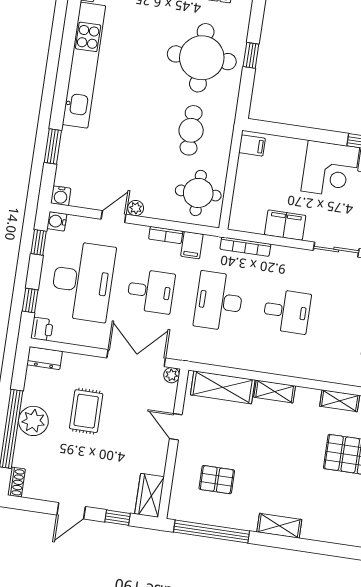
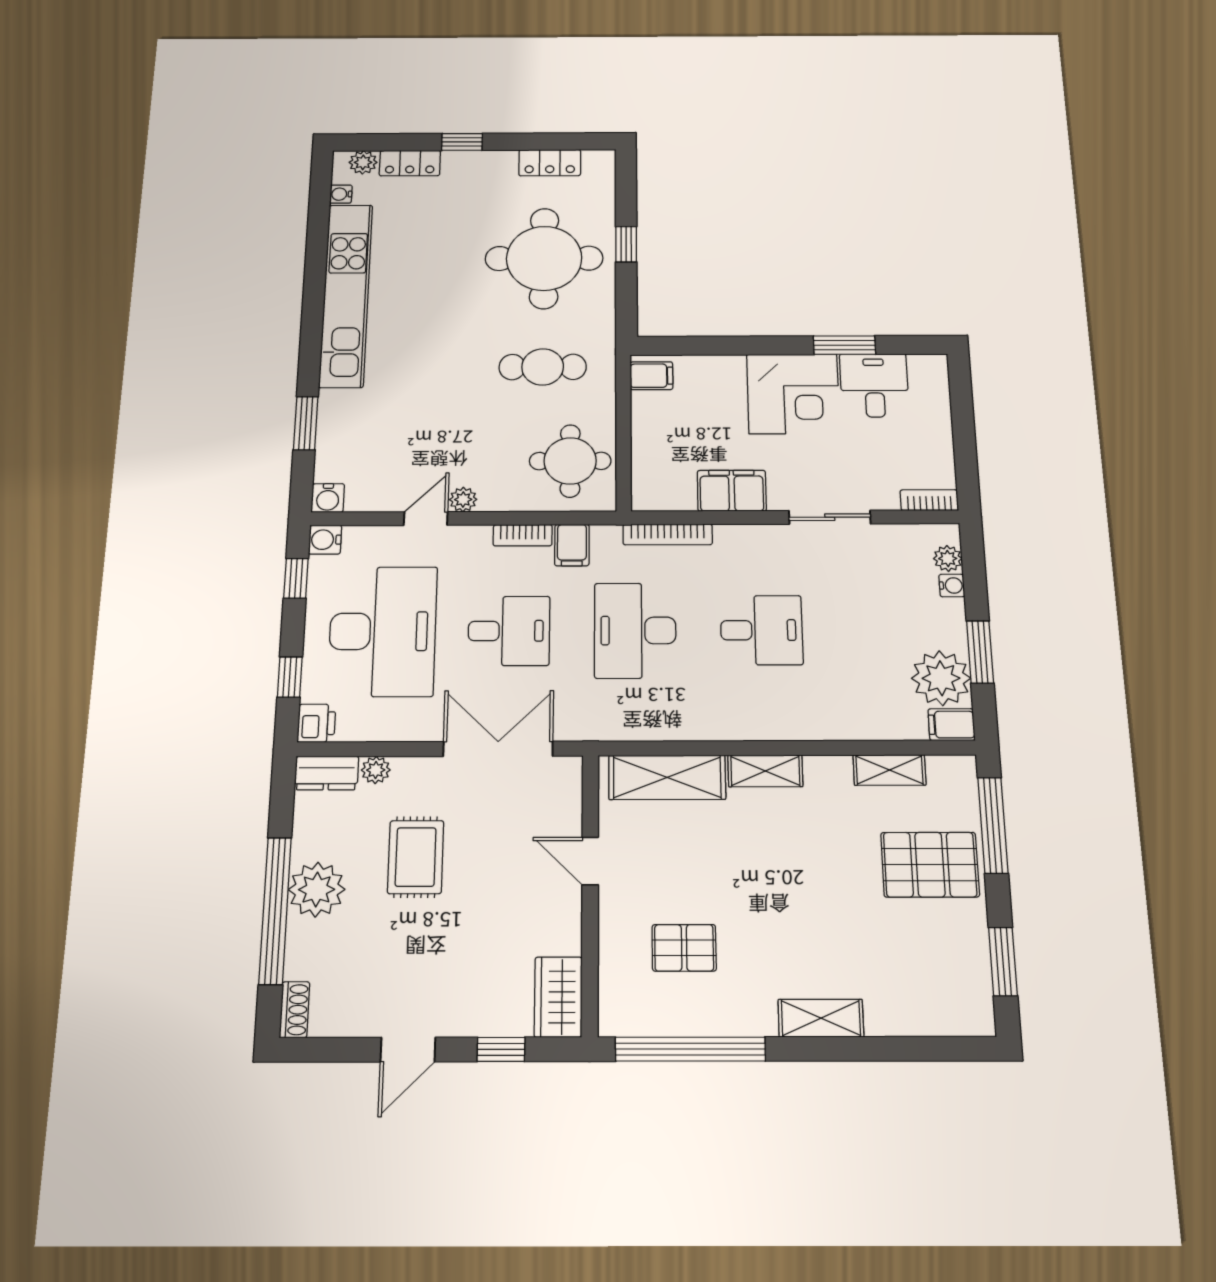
cafe table: (191, 130) -> (543, 367), turned 90
plant: (172, 375) -> (376, 770), moved

